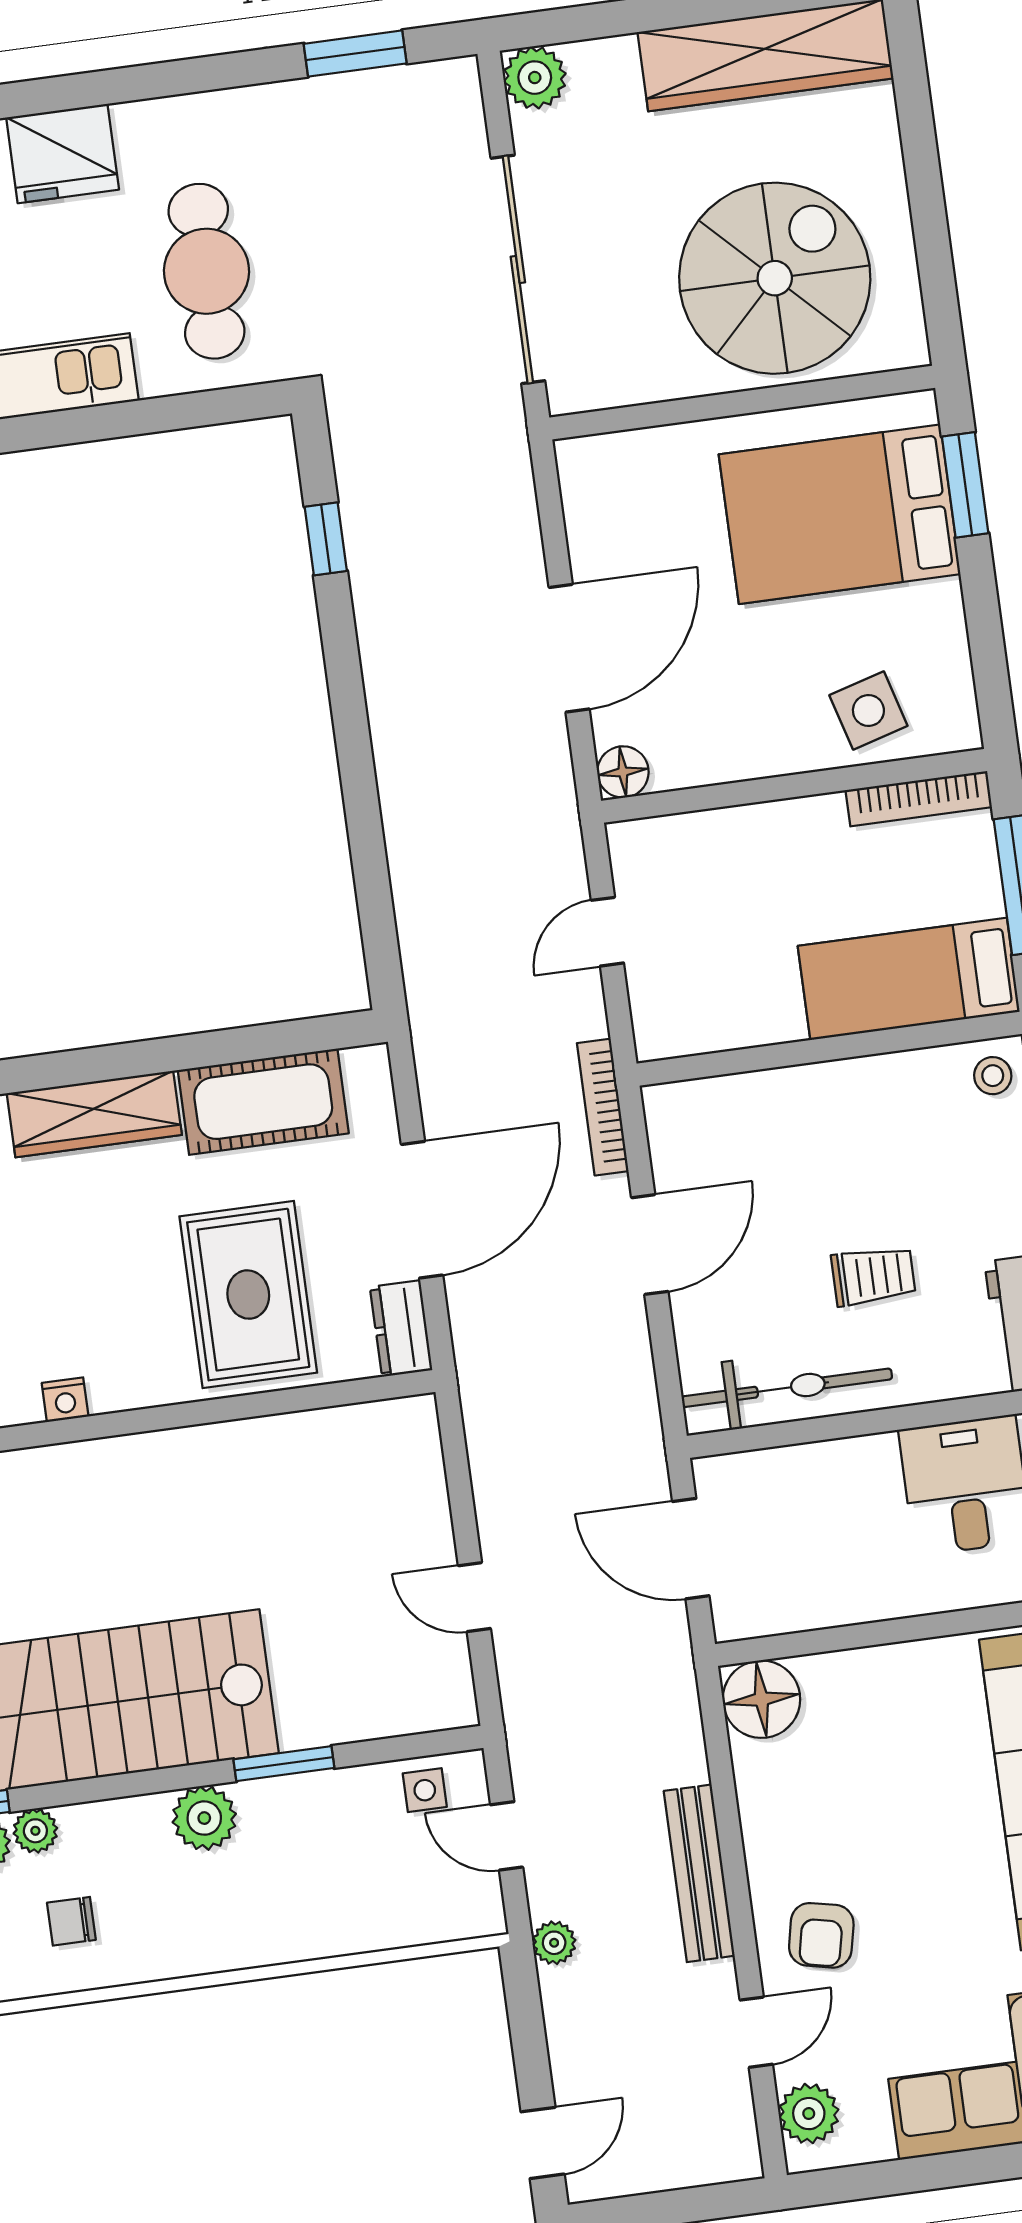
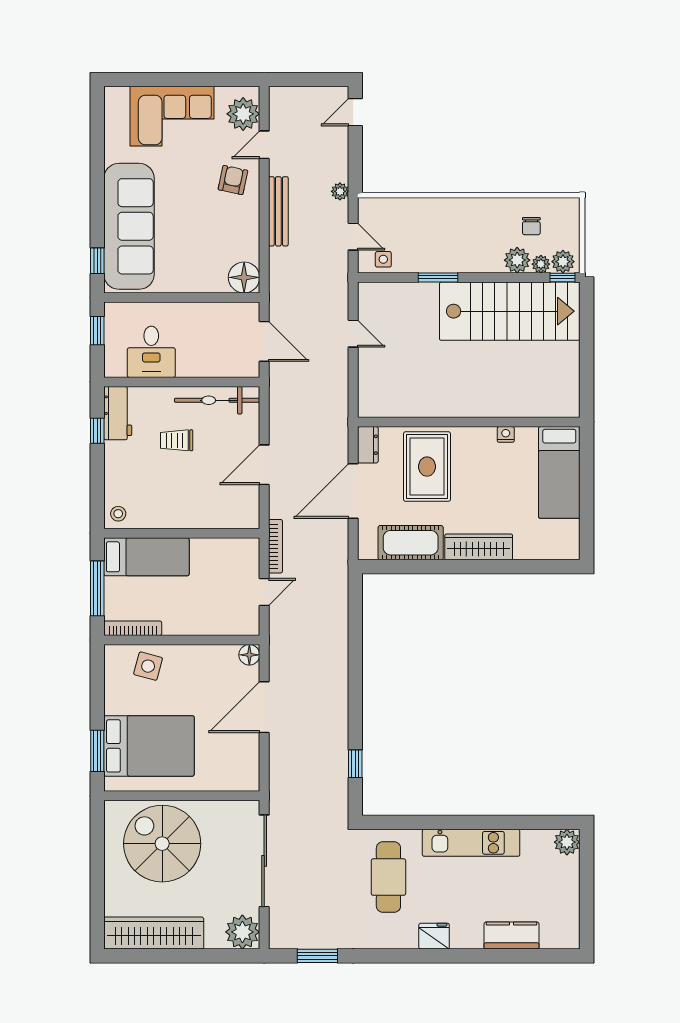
plant: (535, 78) -> (242, 932), width x1.36, depth x1.36
fridge: (63, 154) -> (434, 936), width x0.73, depth x0.75
spiral stairs: (775, 278) -> (162, 844), turned 90
side table: (868, 711) -> (148, 666), turned 31
bookcase: (603, 1107) -> (275, 546), moved
plant: (204, 1818) -> (517, 260), moved
chair: (71, 1921) -> (531, 226), turned 90
plant: (809, 2114) -> (243, 114), width x1.36, depth x1.36

